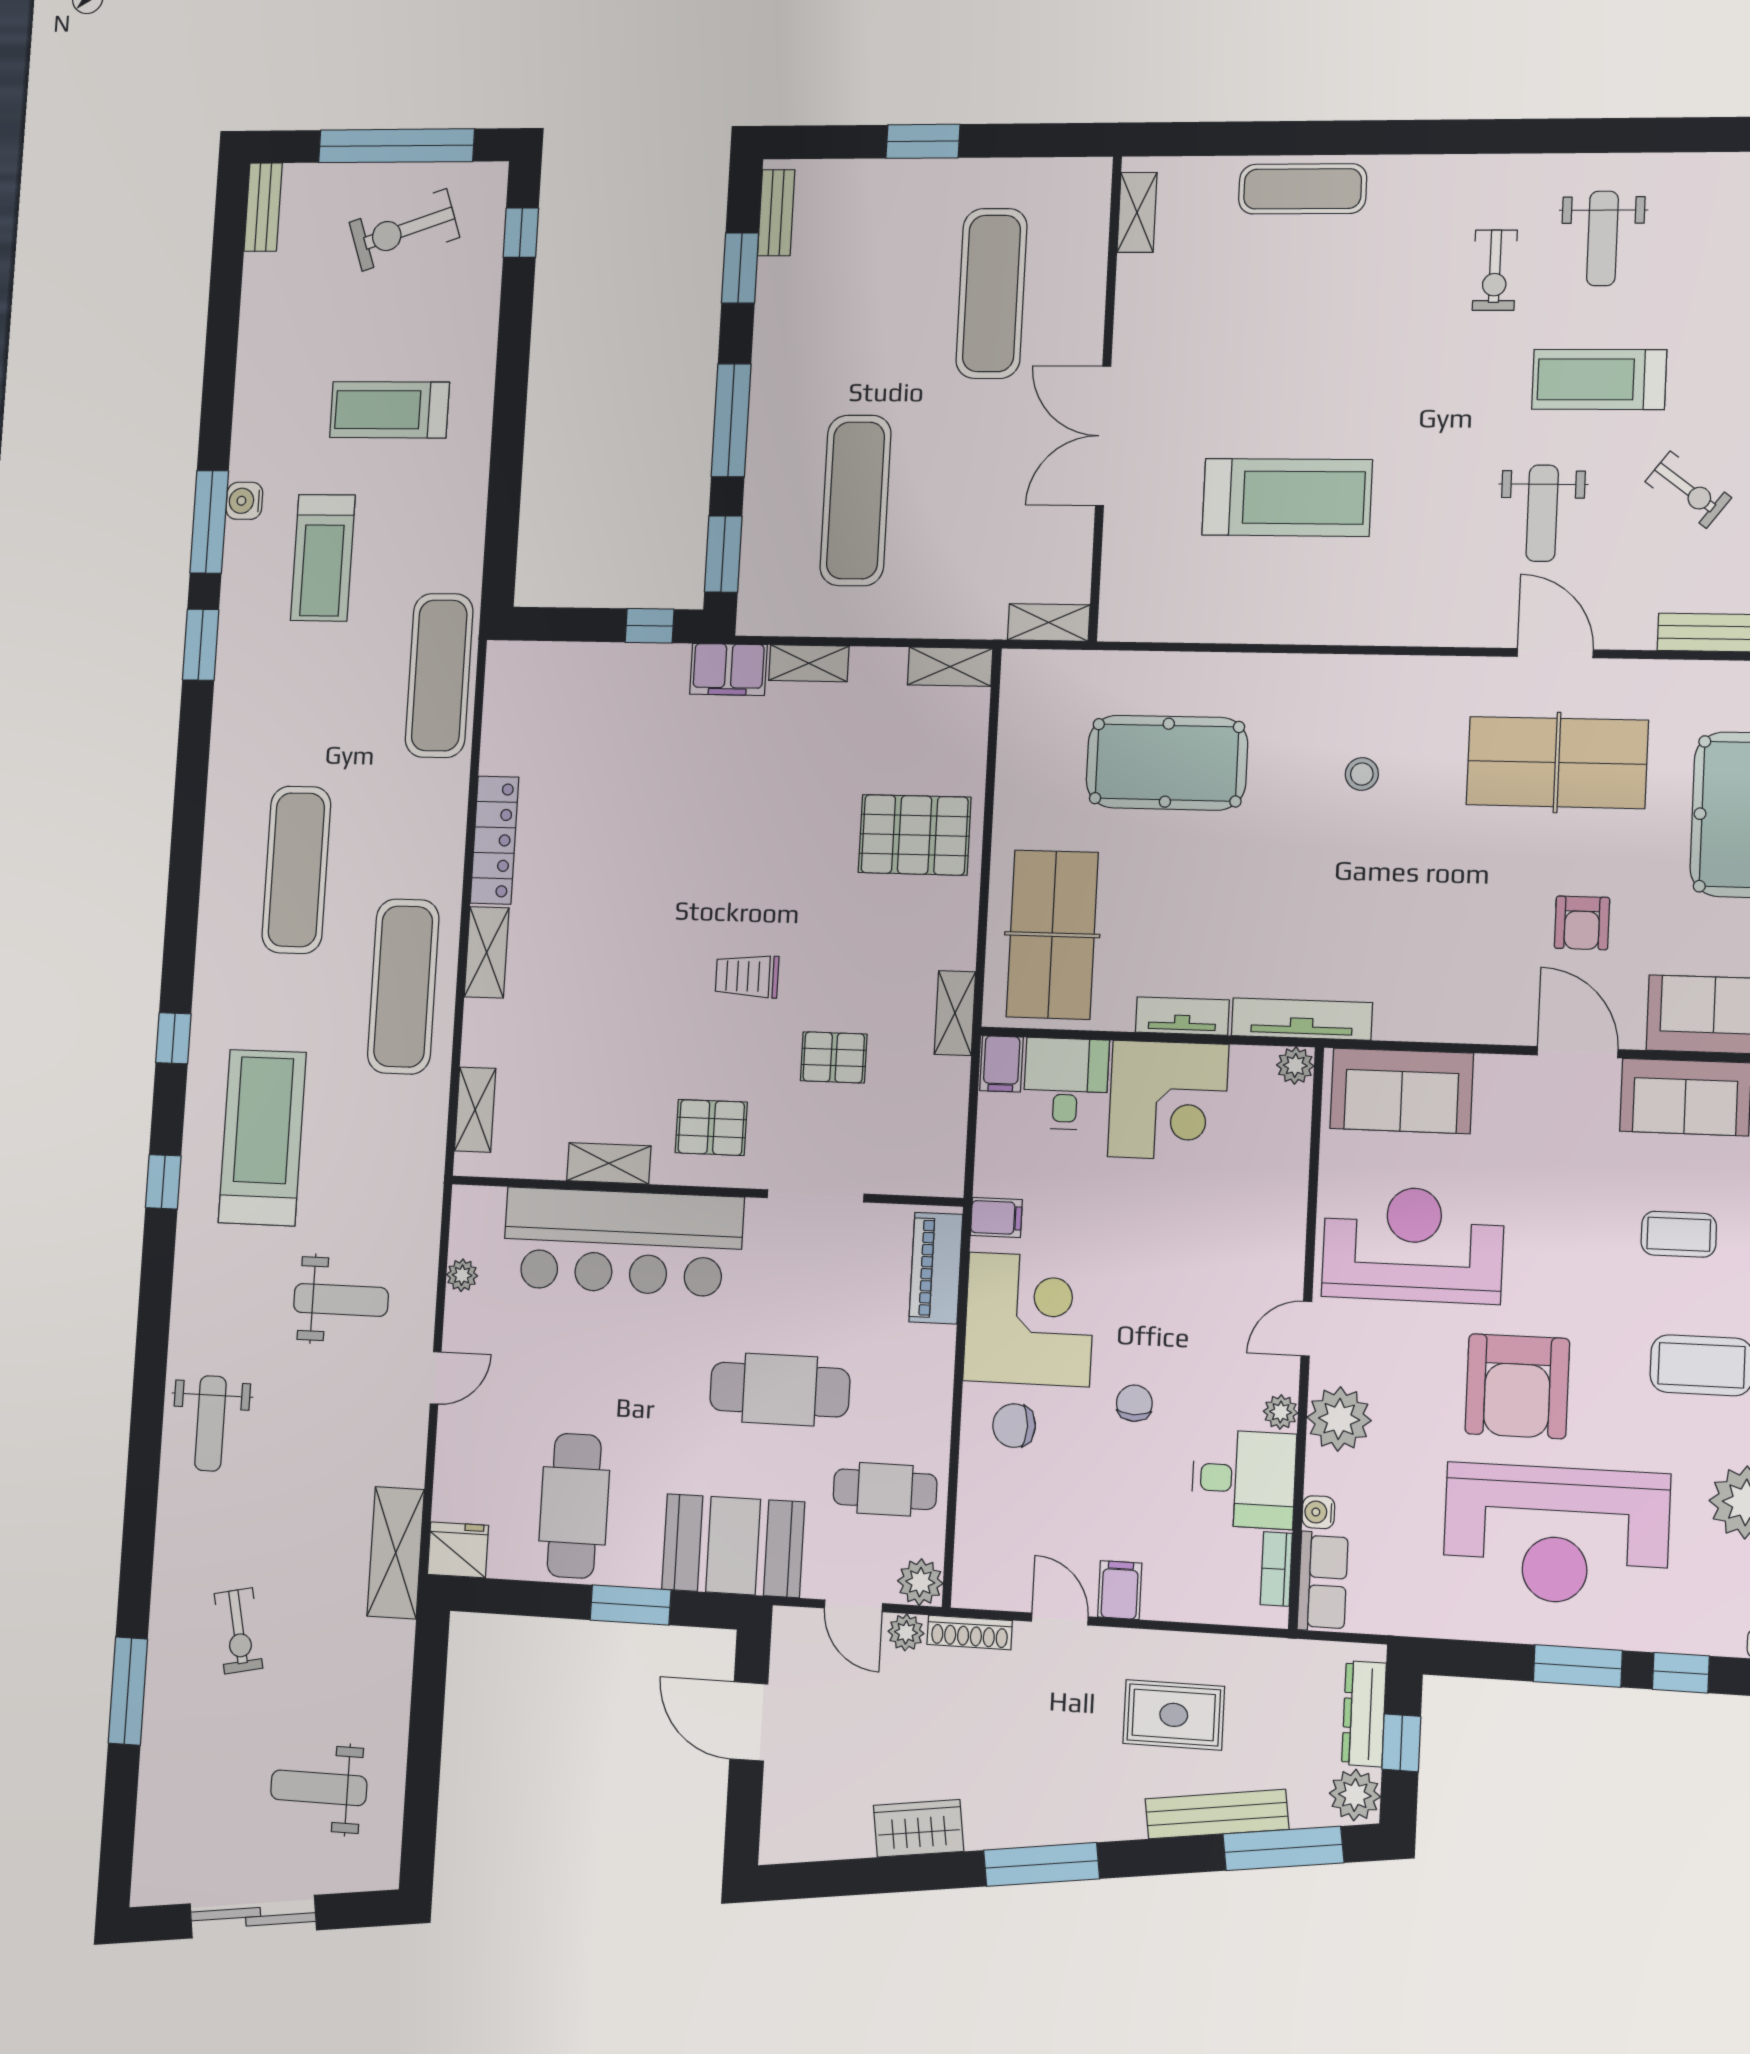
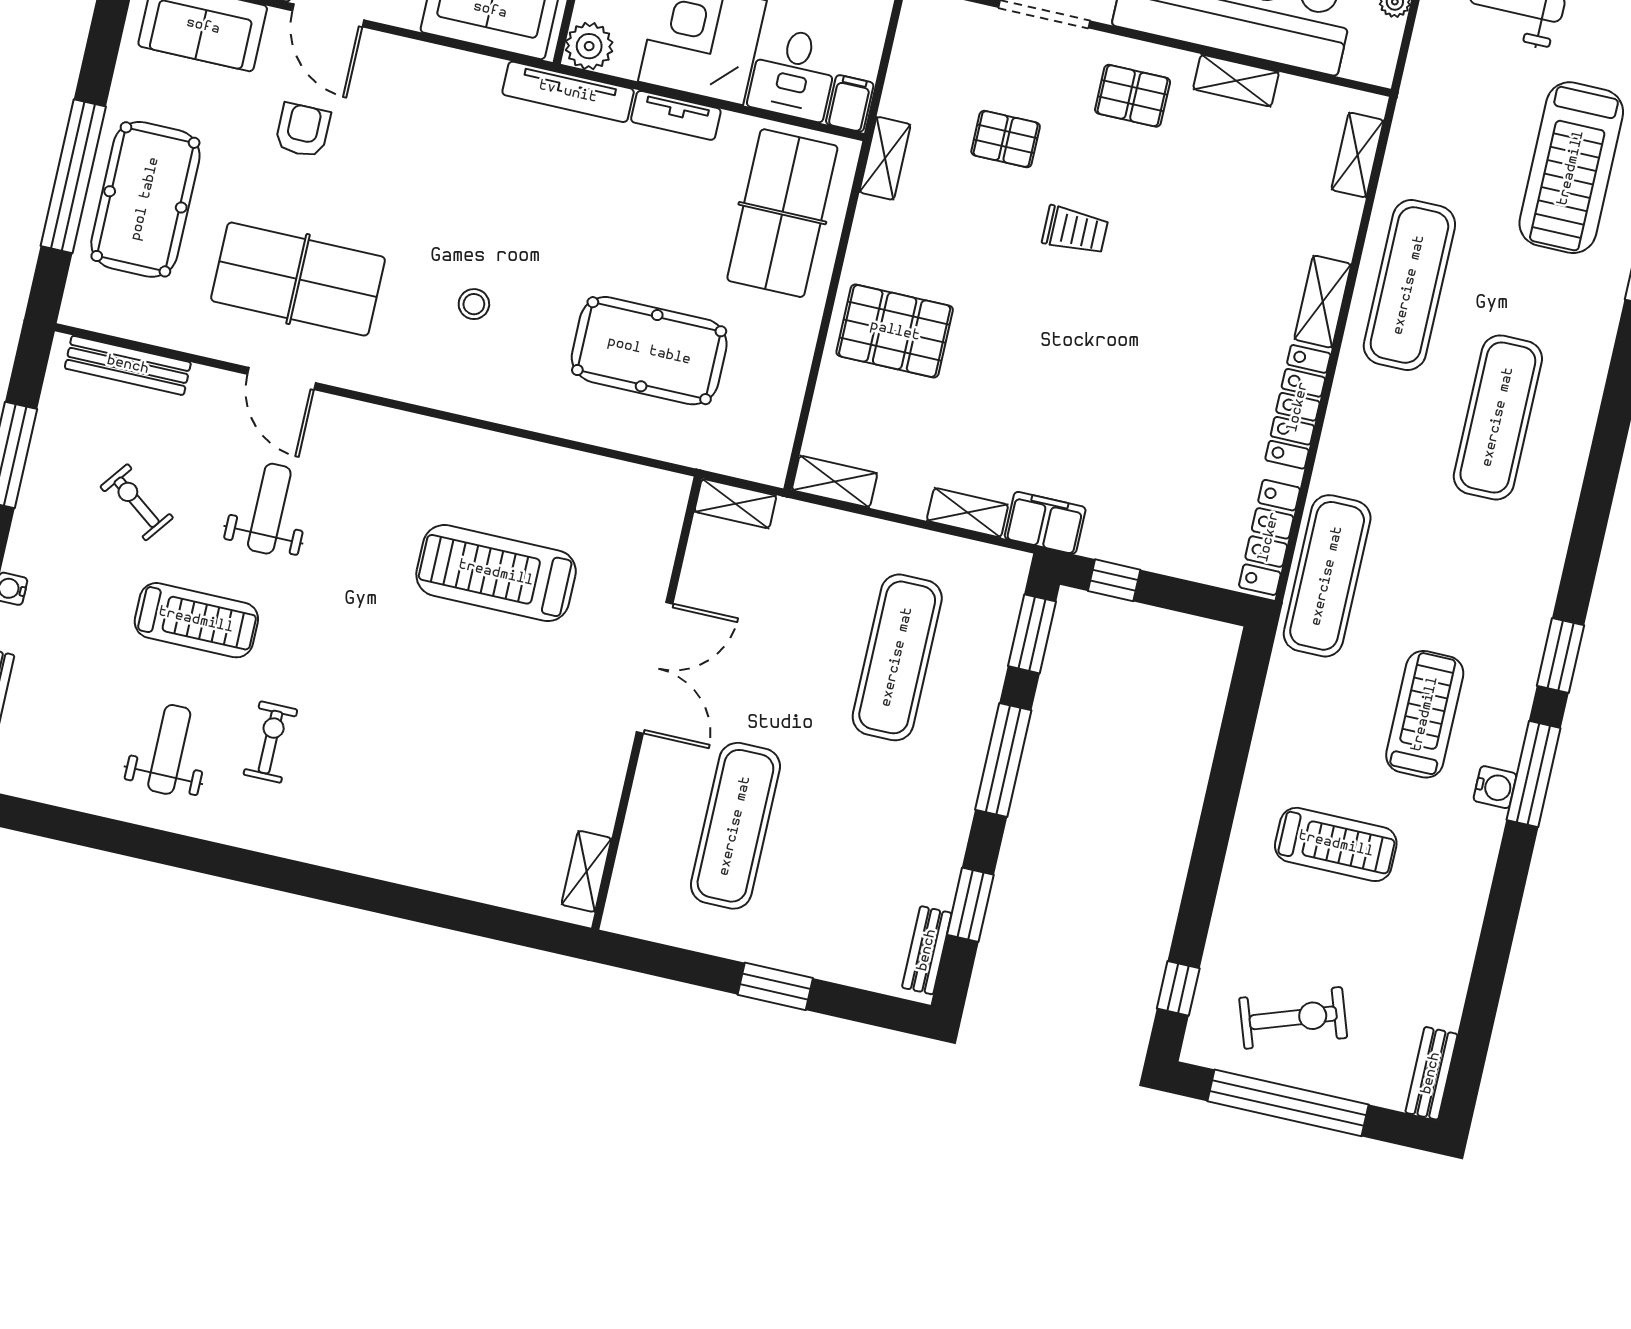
exercise mat: (1303, 189) -> (430, 858), removed
locker: (502, 702) -> (1269, 537), added
plant: (1295, 1065) -> (589, 46), width x1.38, depth x1.38

